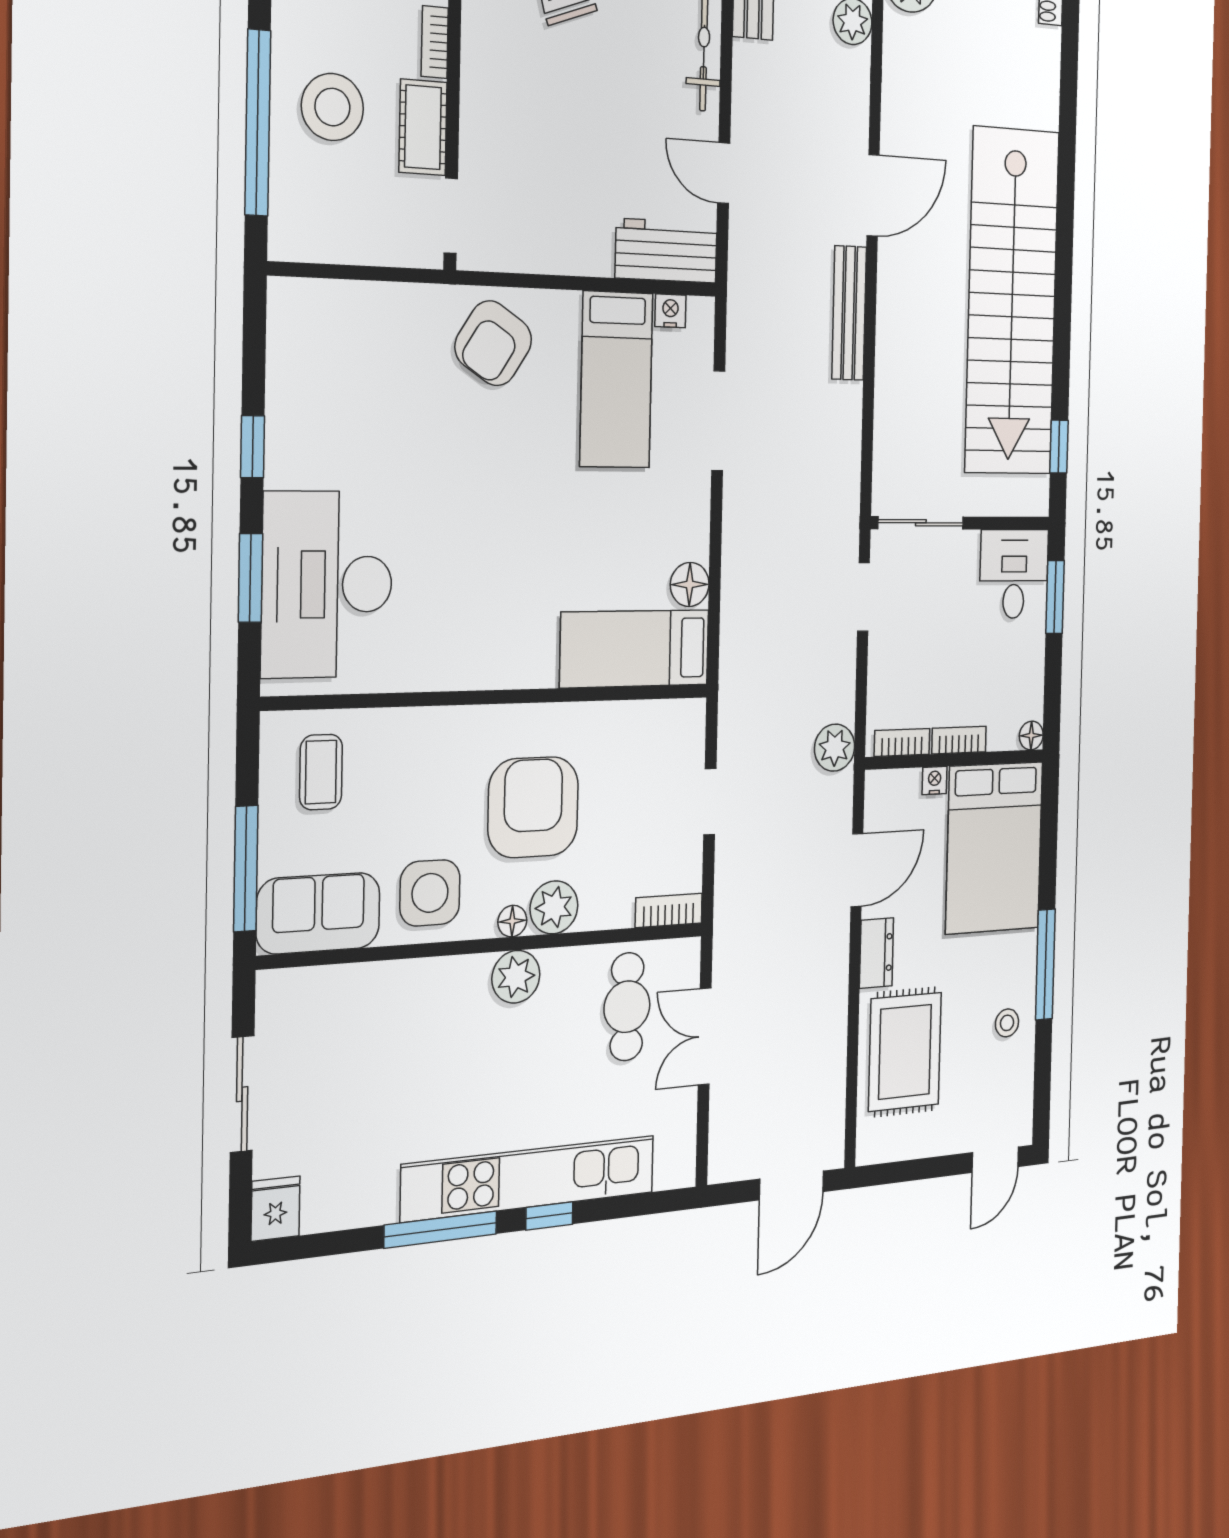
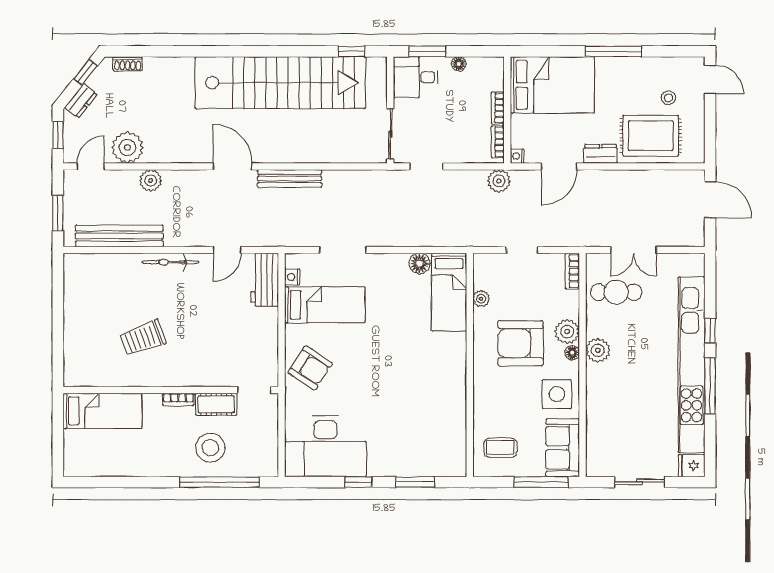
desk: (327, 584) -> (325, 446), moved
plant: (621, 718) -> (481, 299), added
floor lamp: (1031, 735) -> (459, 64), moved
nightstand: (935, 780) -> (517, 156), moved
door: (857, 870) -> (559, 166), swing flipped
stool: (1007, 1023) -> (668, 98), moved
kitchen unit: (529, 1178) -> (691, 365), width x1.36

